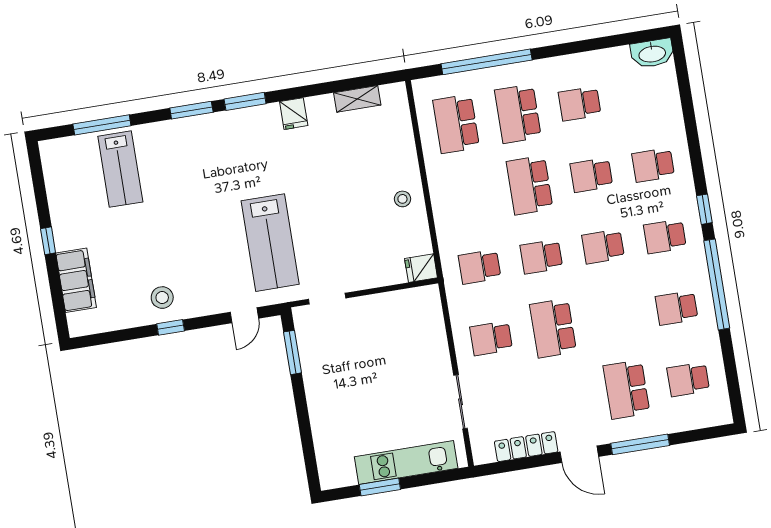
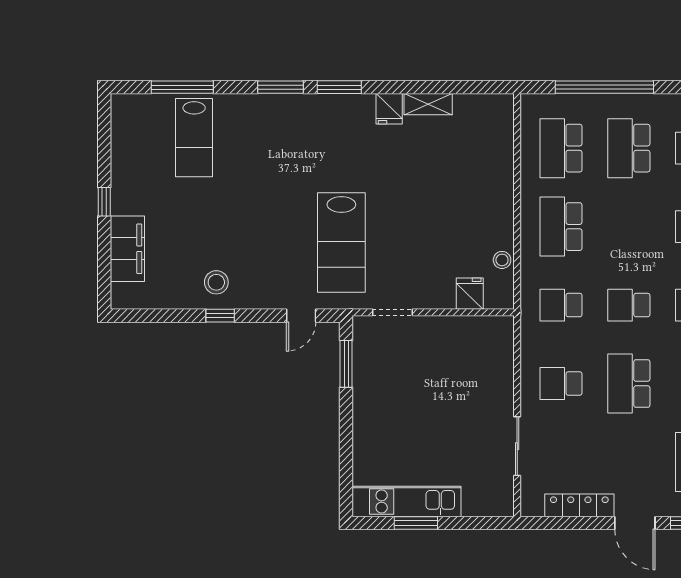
shelving: (357, 99) -> (428, 104), moved
school desk: (530, 185) -> (561, 227), moved
stool: (402, 199) -> (502, 260), moved
fridge: (421, 268) -> (470, 294), moved, turned 90
kitchen unit: (406, 463) -> (407, 501), moved

